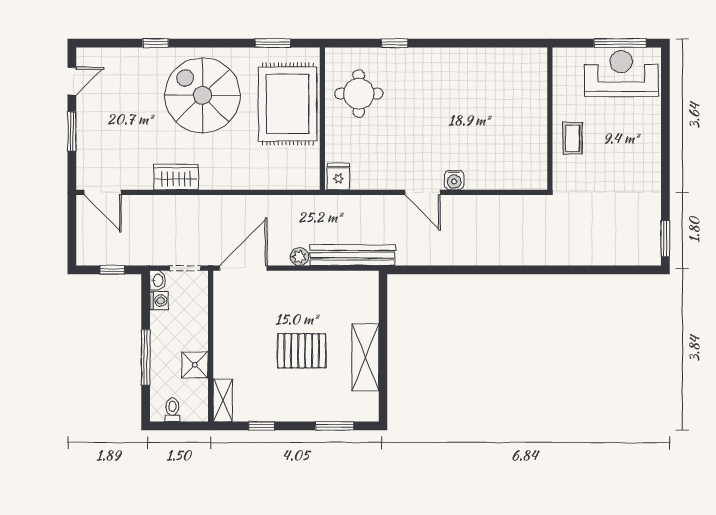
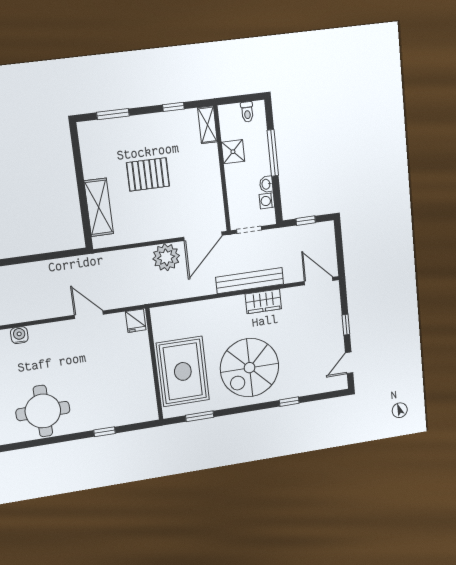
round table: (359, 94) -> (43, 411), moved, width x1.36, depth x1.36
spiral stairs: (202, 95) -> (250, 368), turned 90
window: (72, 131) -> (346, 325), width x0.67
water cooler: (454, 180) -> (19, 335), moved
door: (423, 192) -> (89, 315), moved
bench: (353, 255) -> (250, 281), moved
plant: (299, 257) -> (166, 257), width x1.87, depth x1.87
washbasin: (158, 280) -> (266, 184), moved
shelving: (365, 357) -> (99, 207), moved

